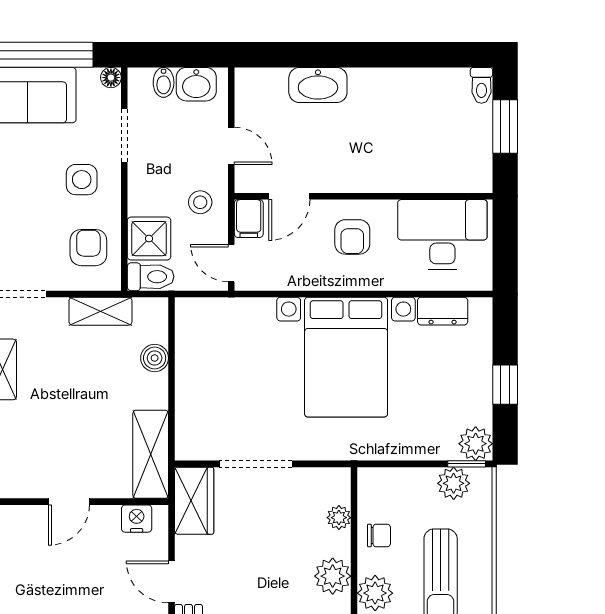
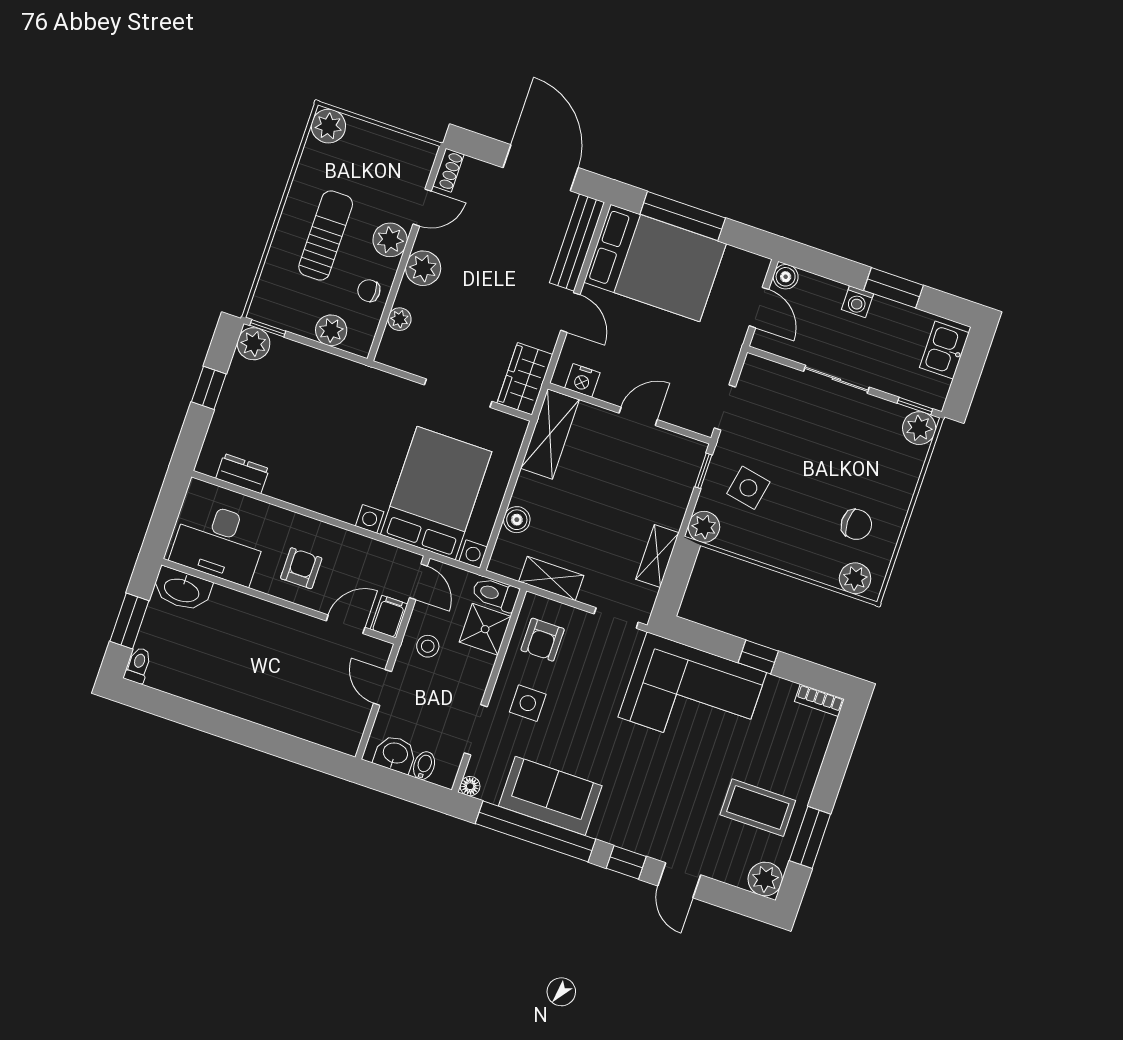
washbasin: (318, 85) -> (182, 589), moved, turned 180
bed with nightstands: (346, 357) -> (436, 493), moved
plant: (454, 483) -> (331, 330), moved

